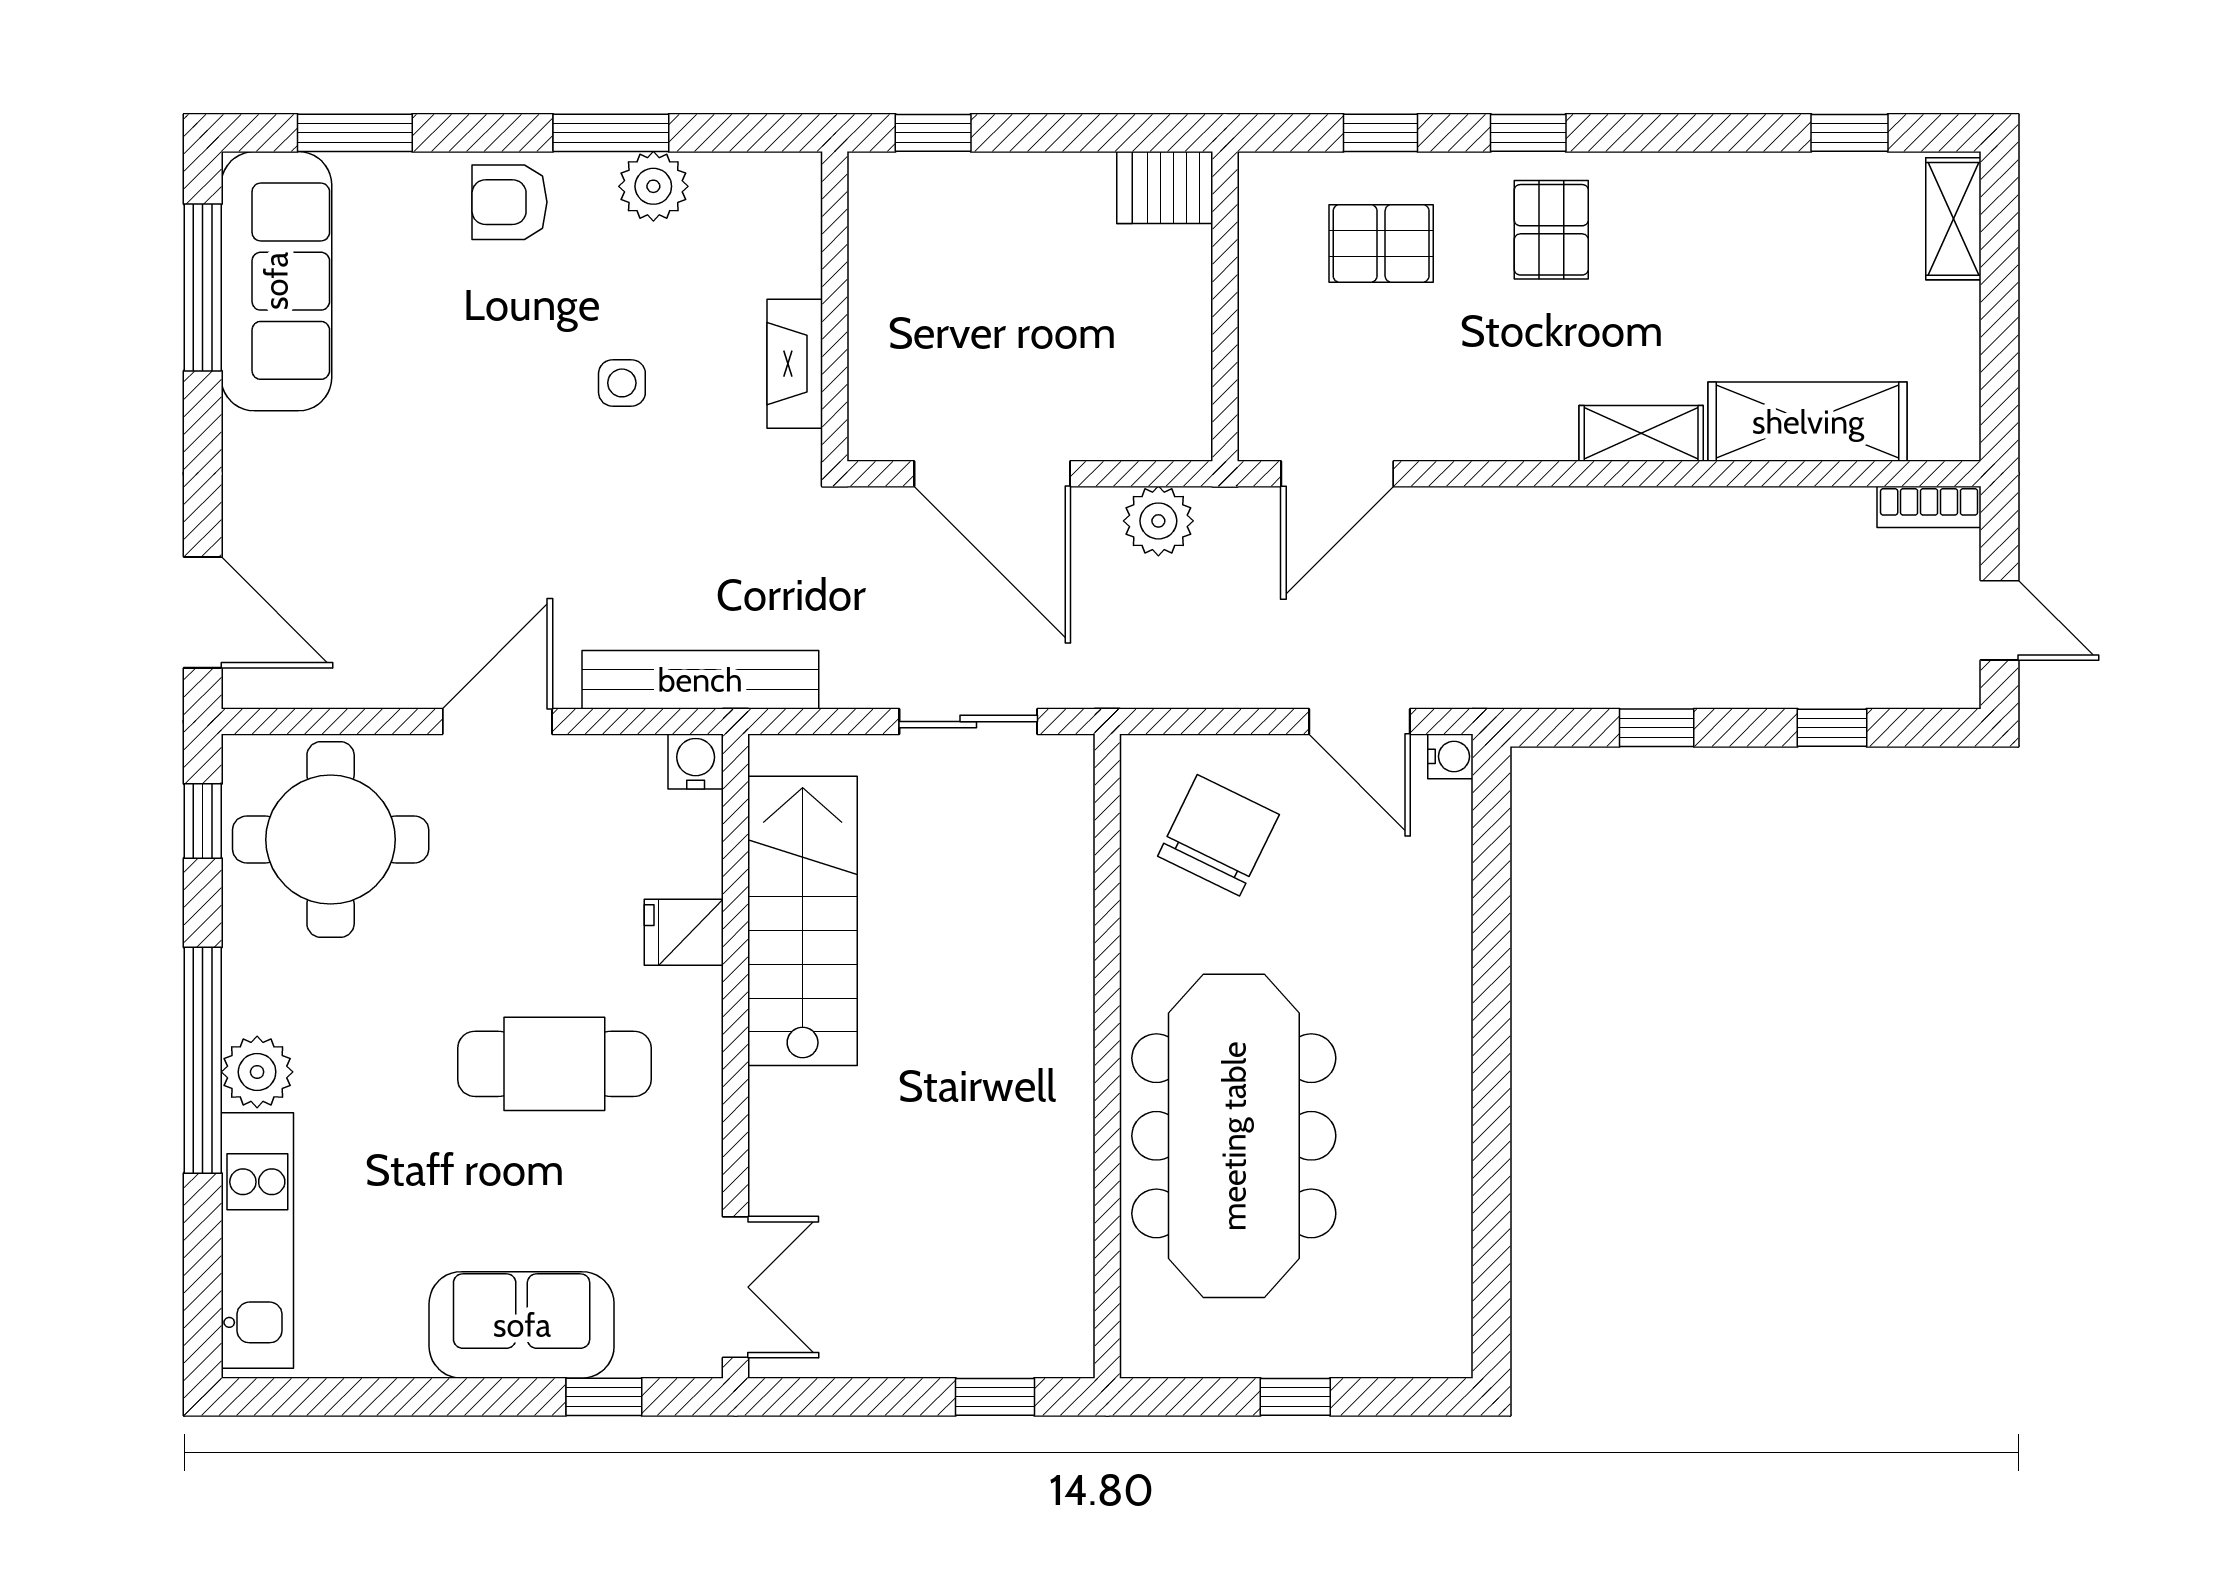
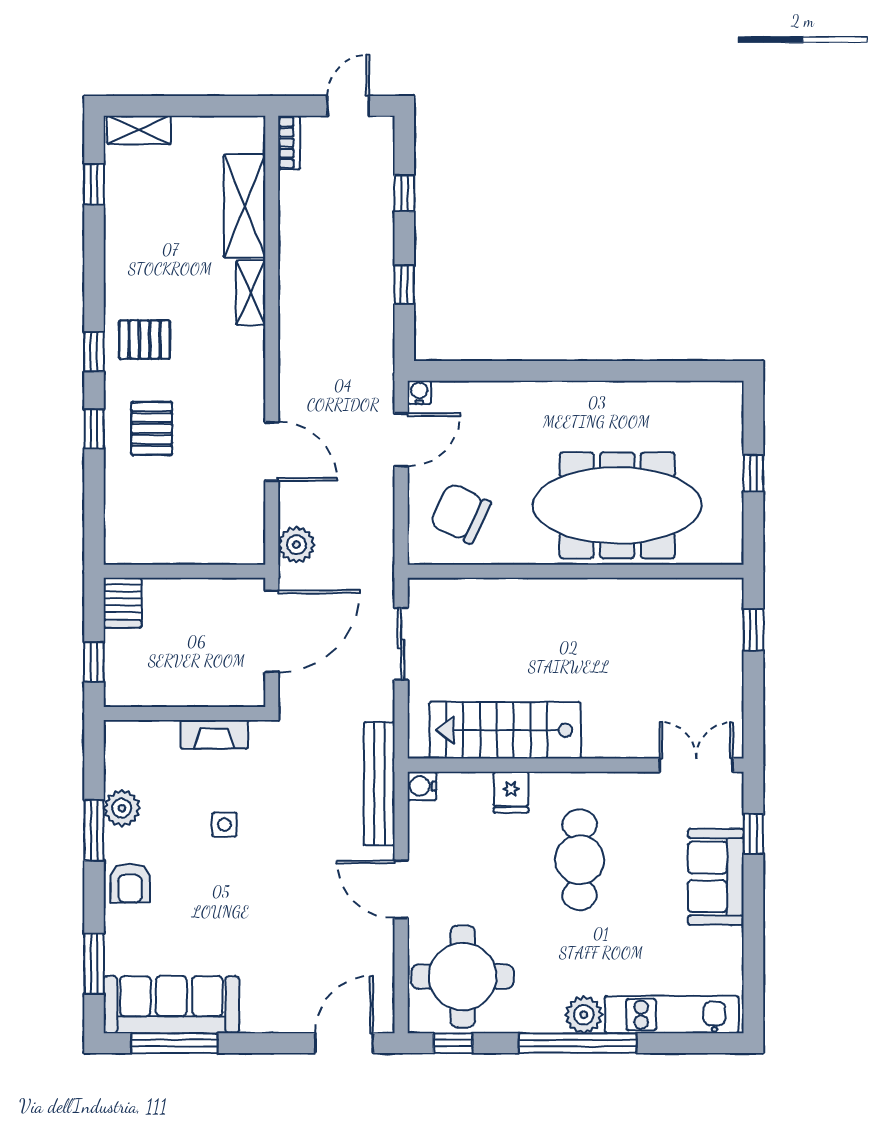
server rack: (1165, 188) -> (123, 603), moved
wall: (1225, 306) -> (184, 571), moved

